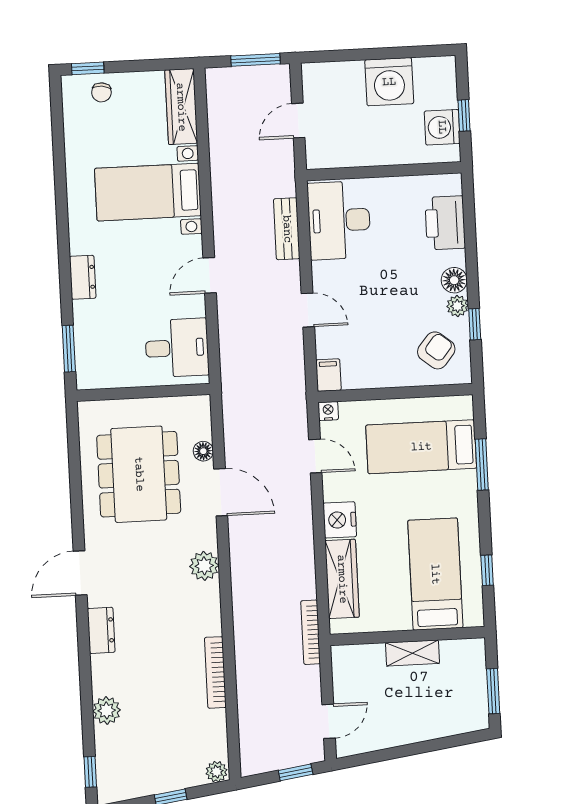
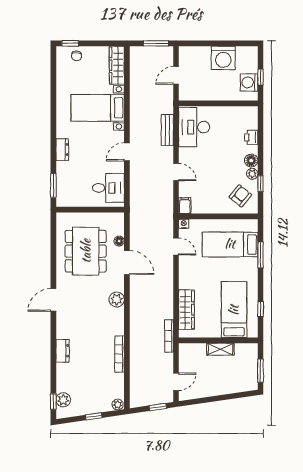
printer: (445, 223) -> (251, 137), width x0.53, depth x0.68
nightstand: (340, 520) -> (187, 280), removed
dresser: (101, 630) -> (63, 351), moved
plant: (107, 710) -> (63, 400), moved

